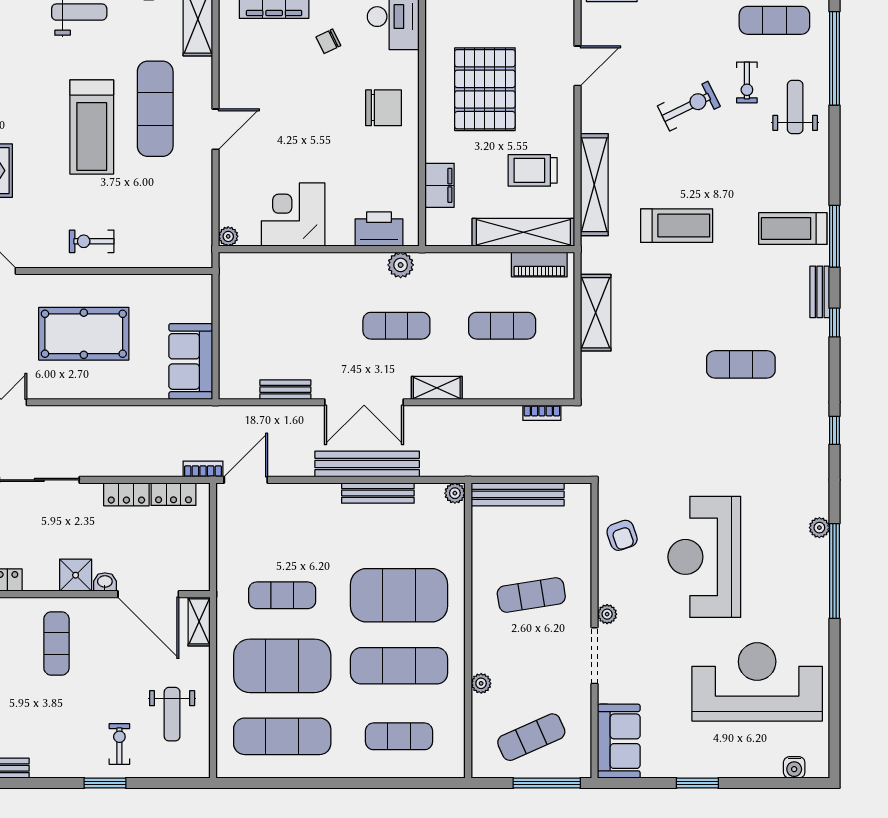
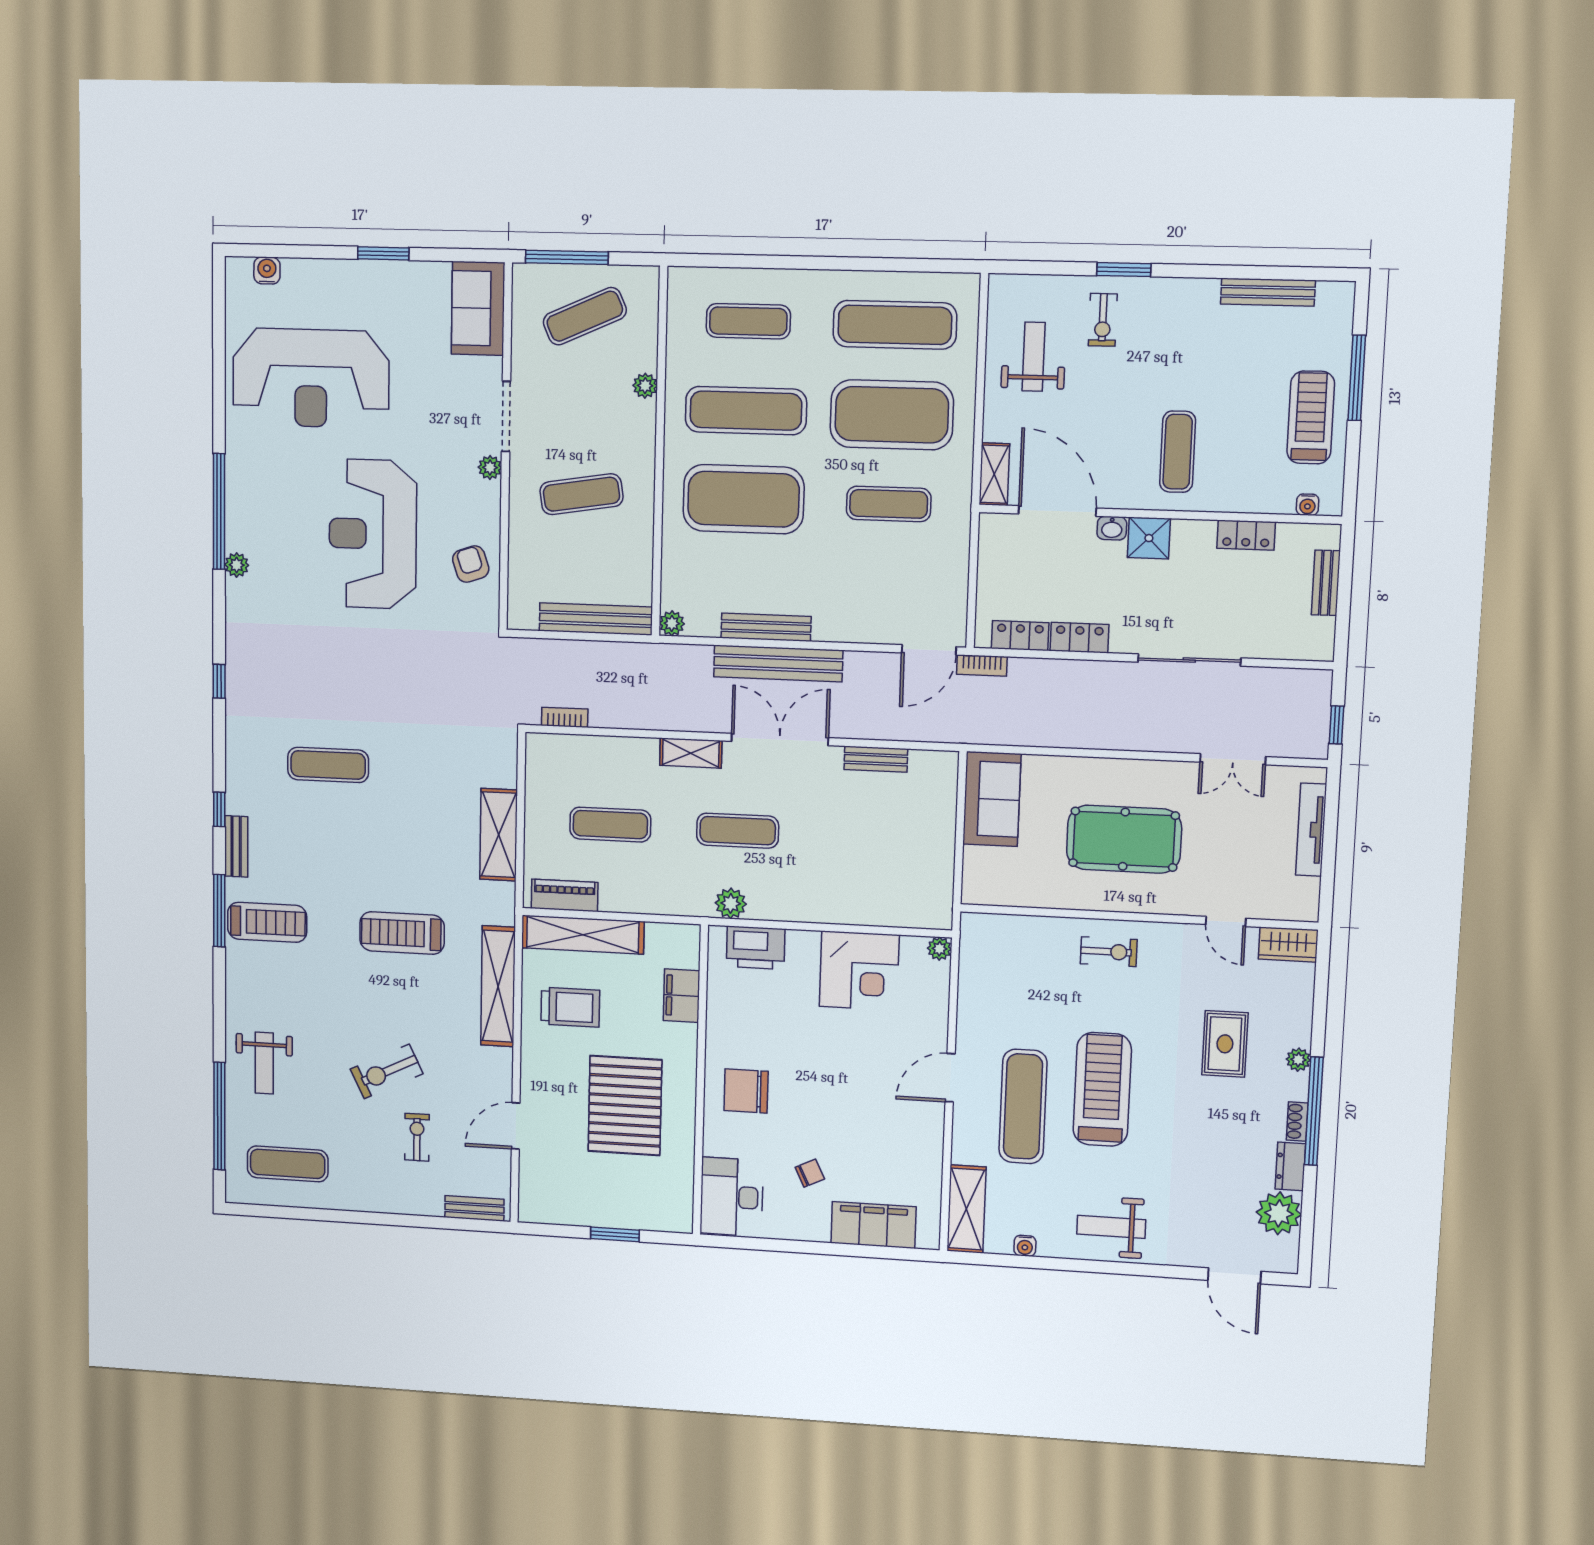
exercise bike: (747, 82) -> (417, 1137), moved
reception desk: (704, 557) -> (373, 534), turned 180

